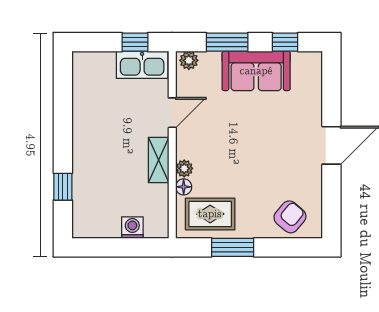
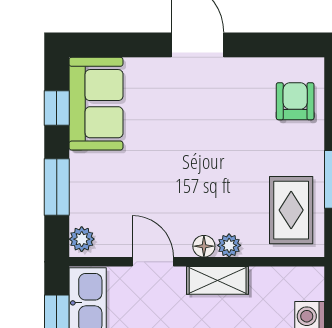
sofa: (256, 71) -> (96, 104), moved
floor lamp: (184, 187) -> (204, 246), moved
armchair: (290, 217) -> (295, 101), turned 50

